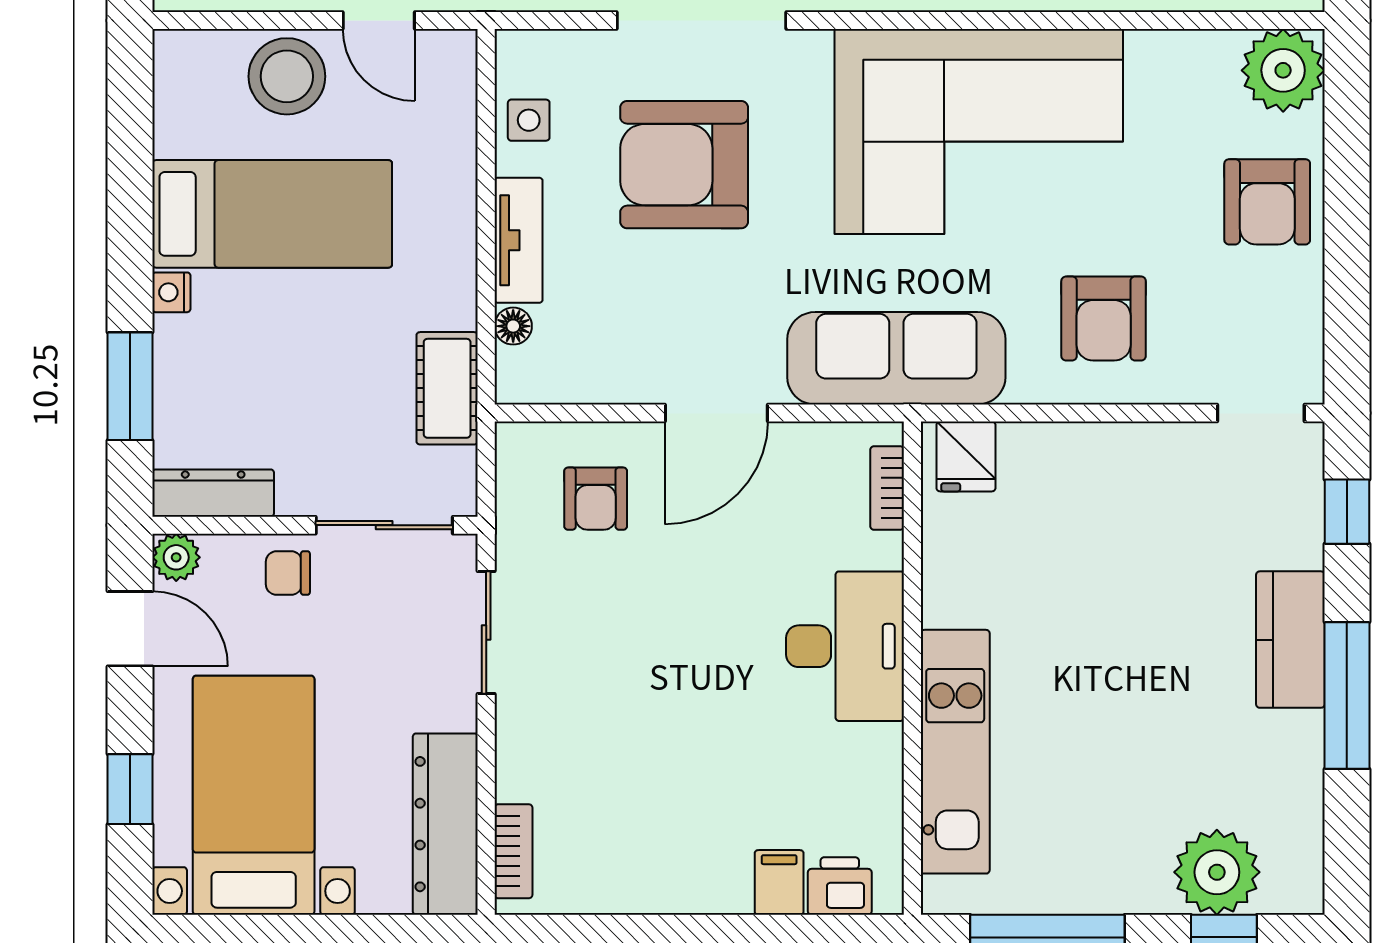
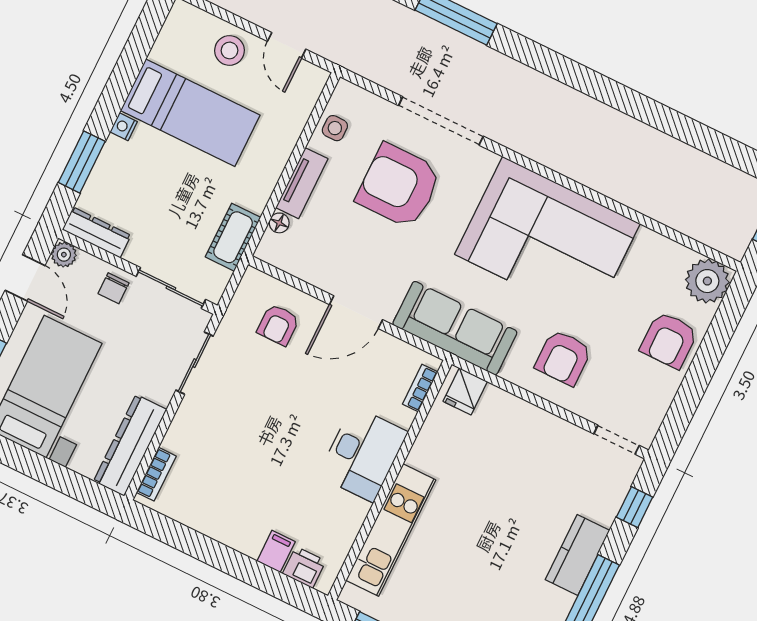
stool: (287, 76) -> (229, 50), width x0.73, depth x0.73
chair: (288, 573) -> (114, 288), turned -90

